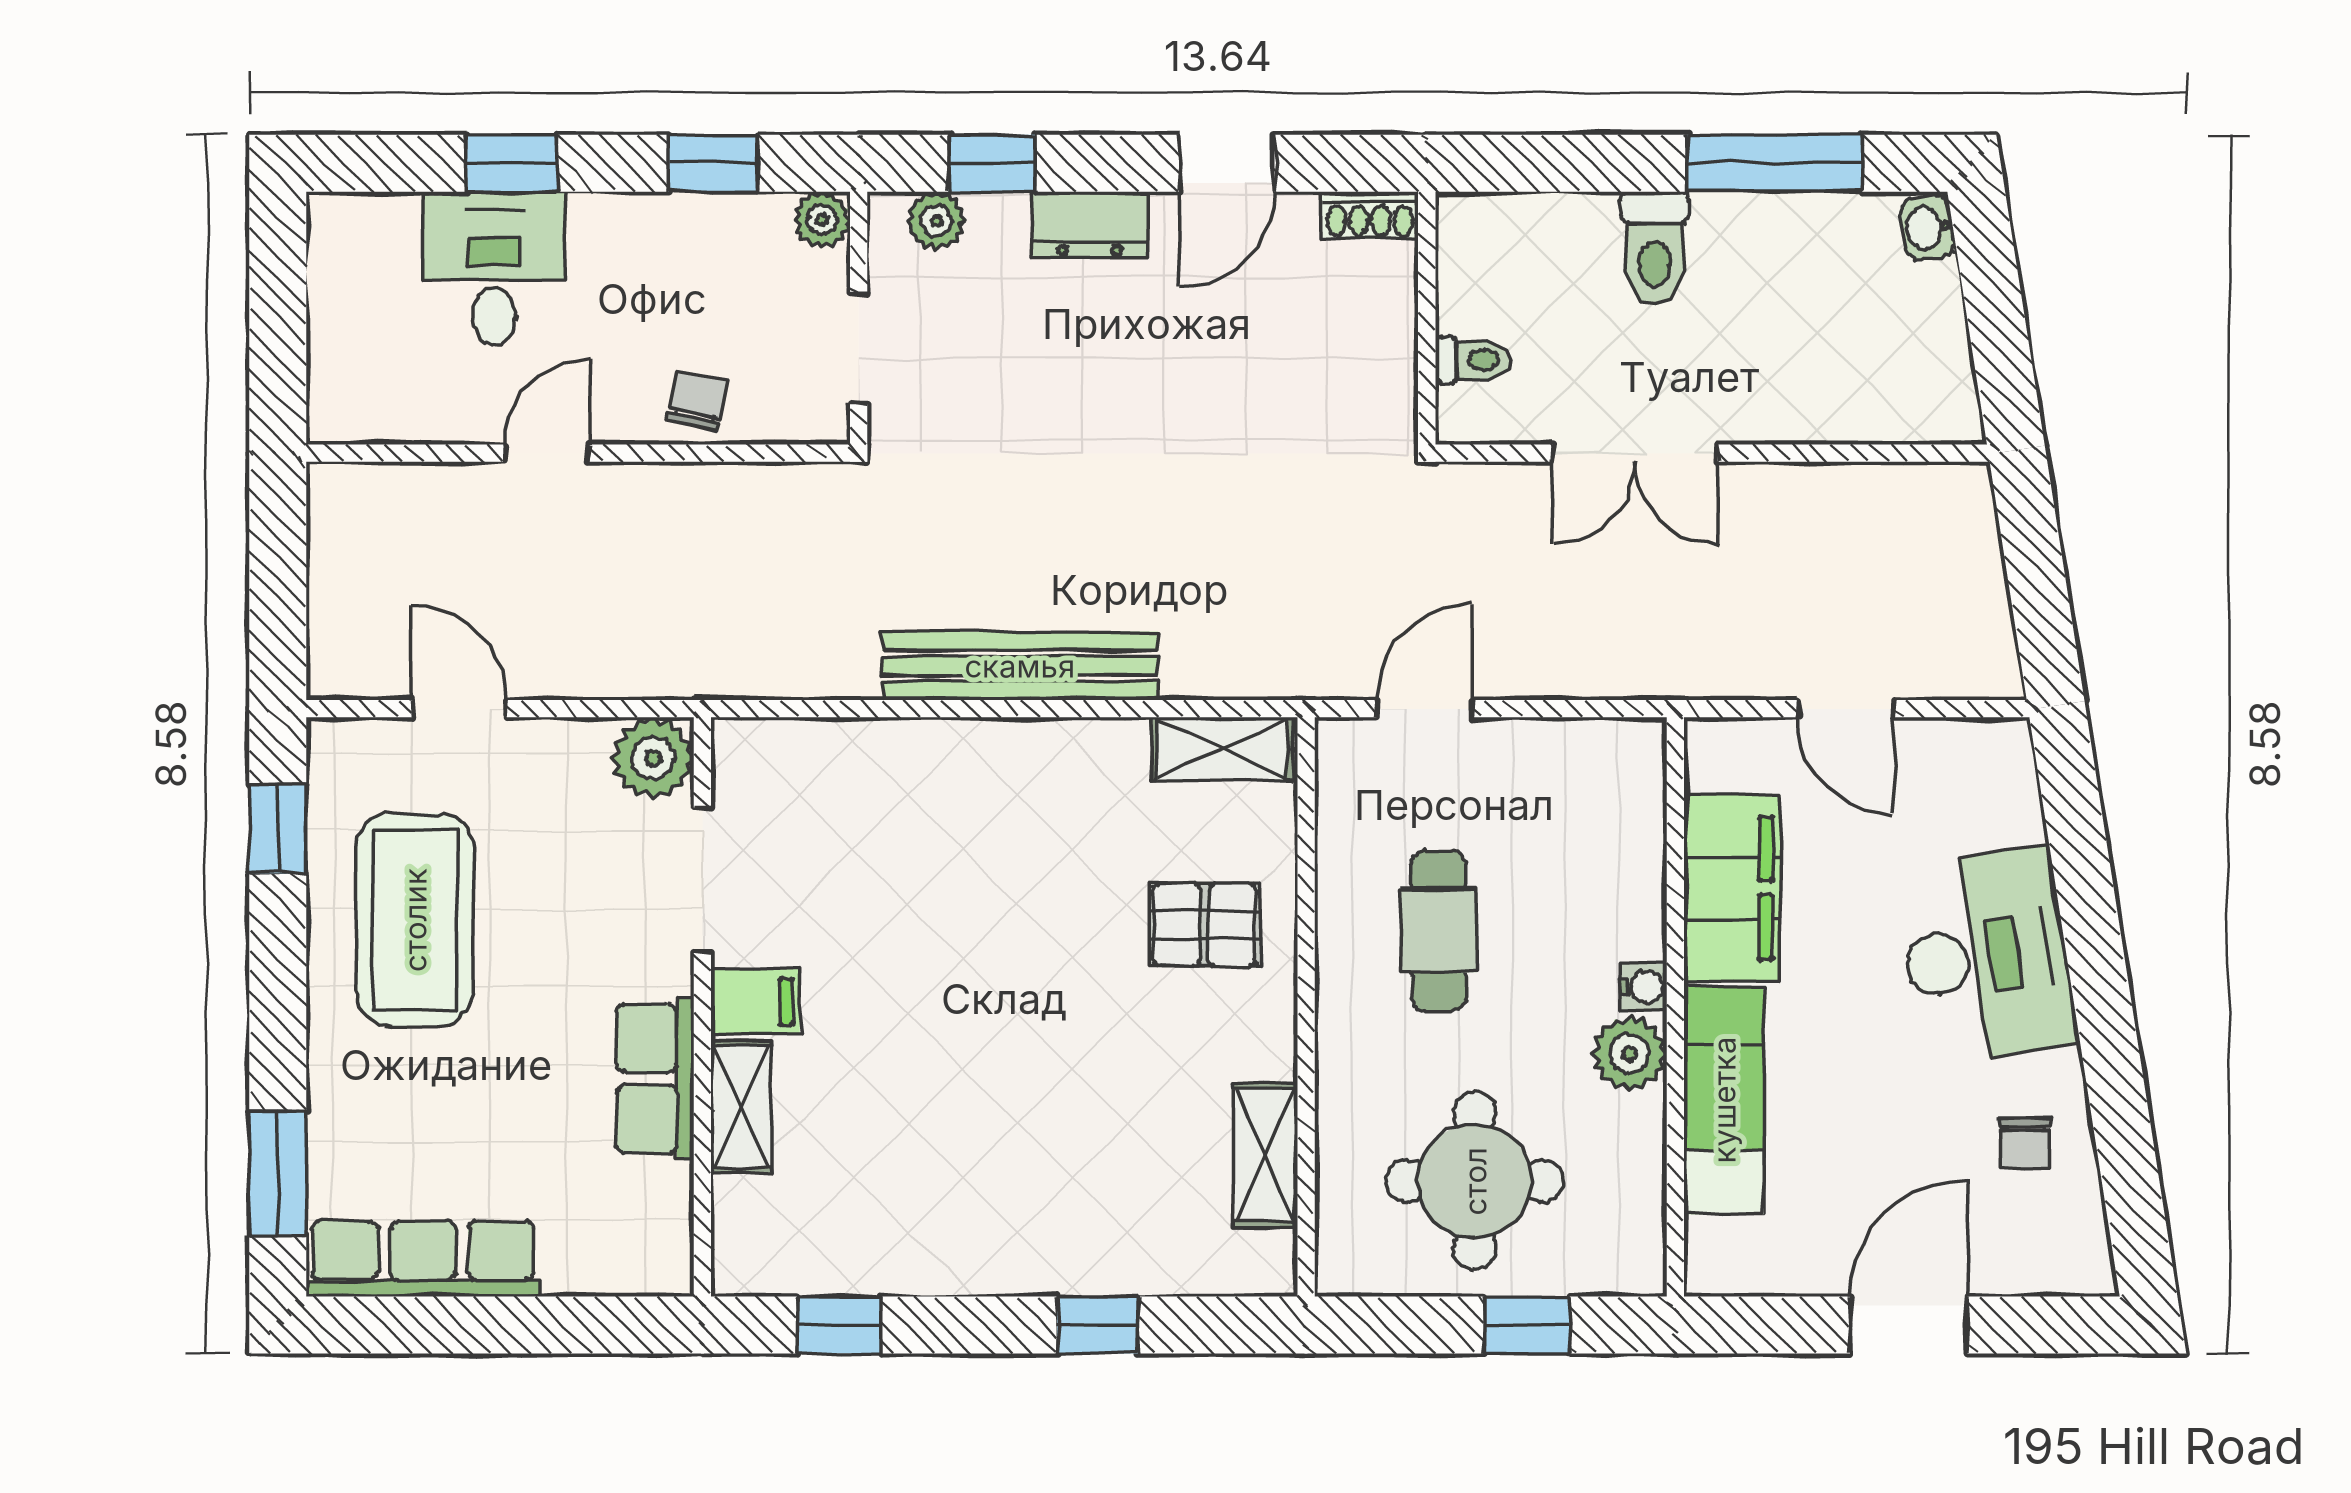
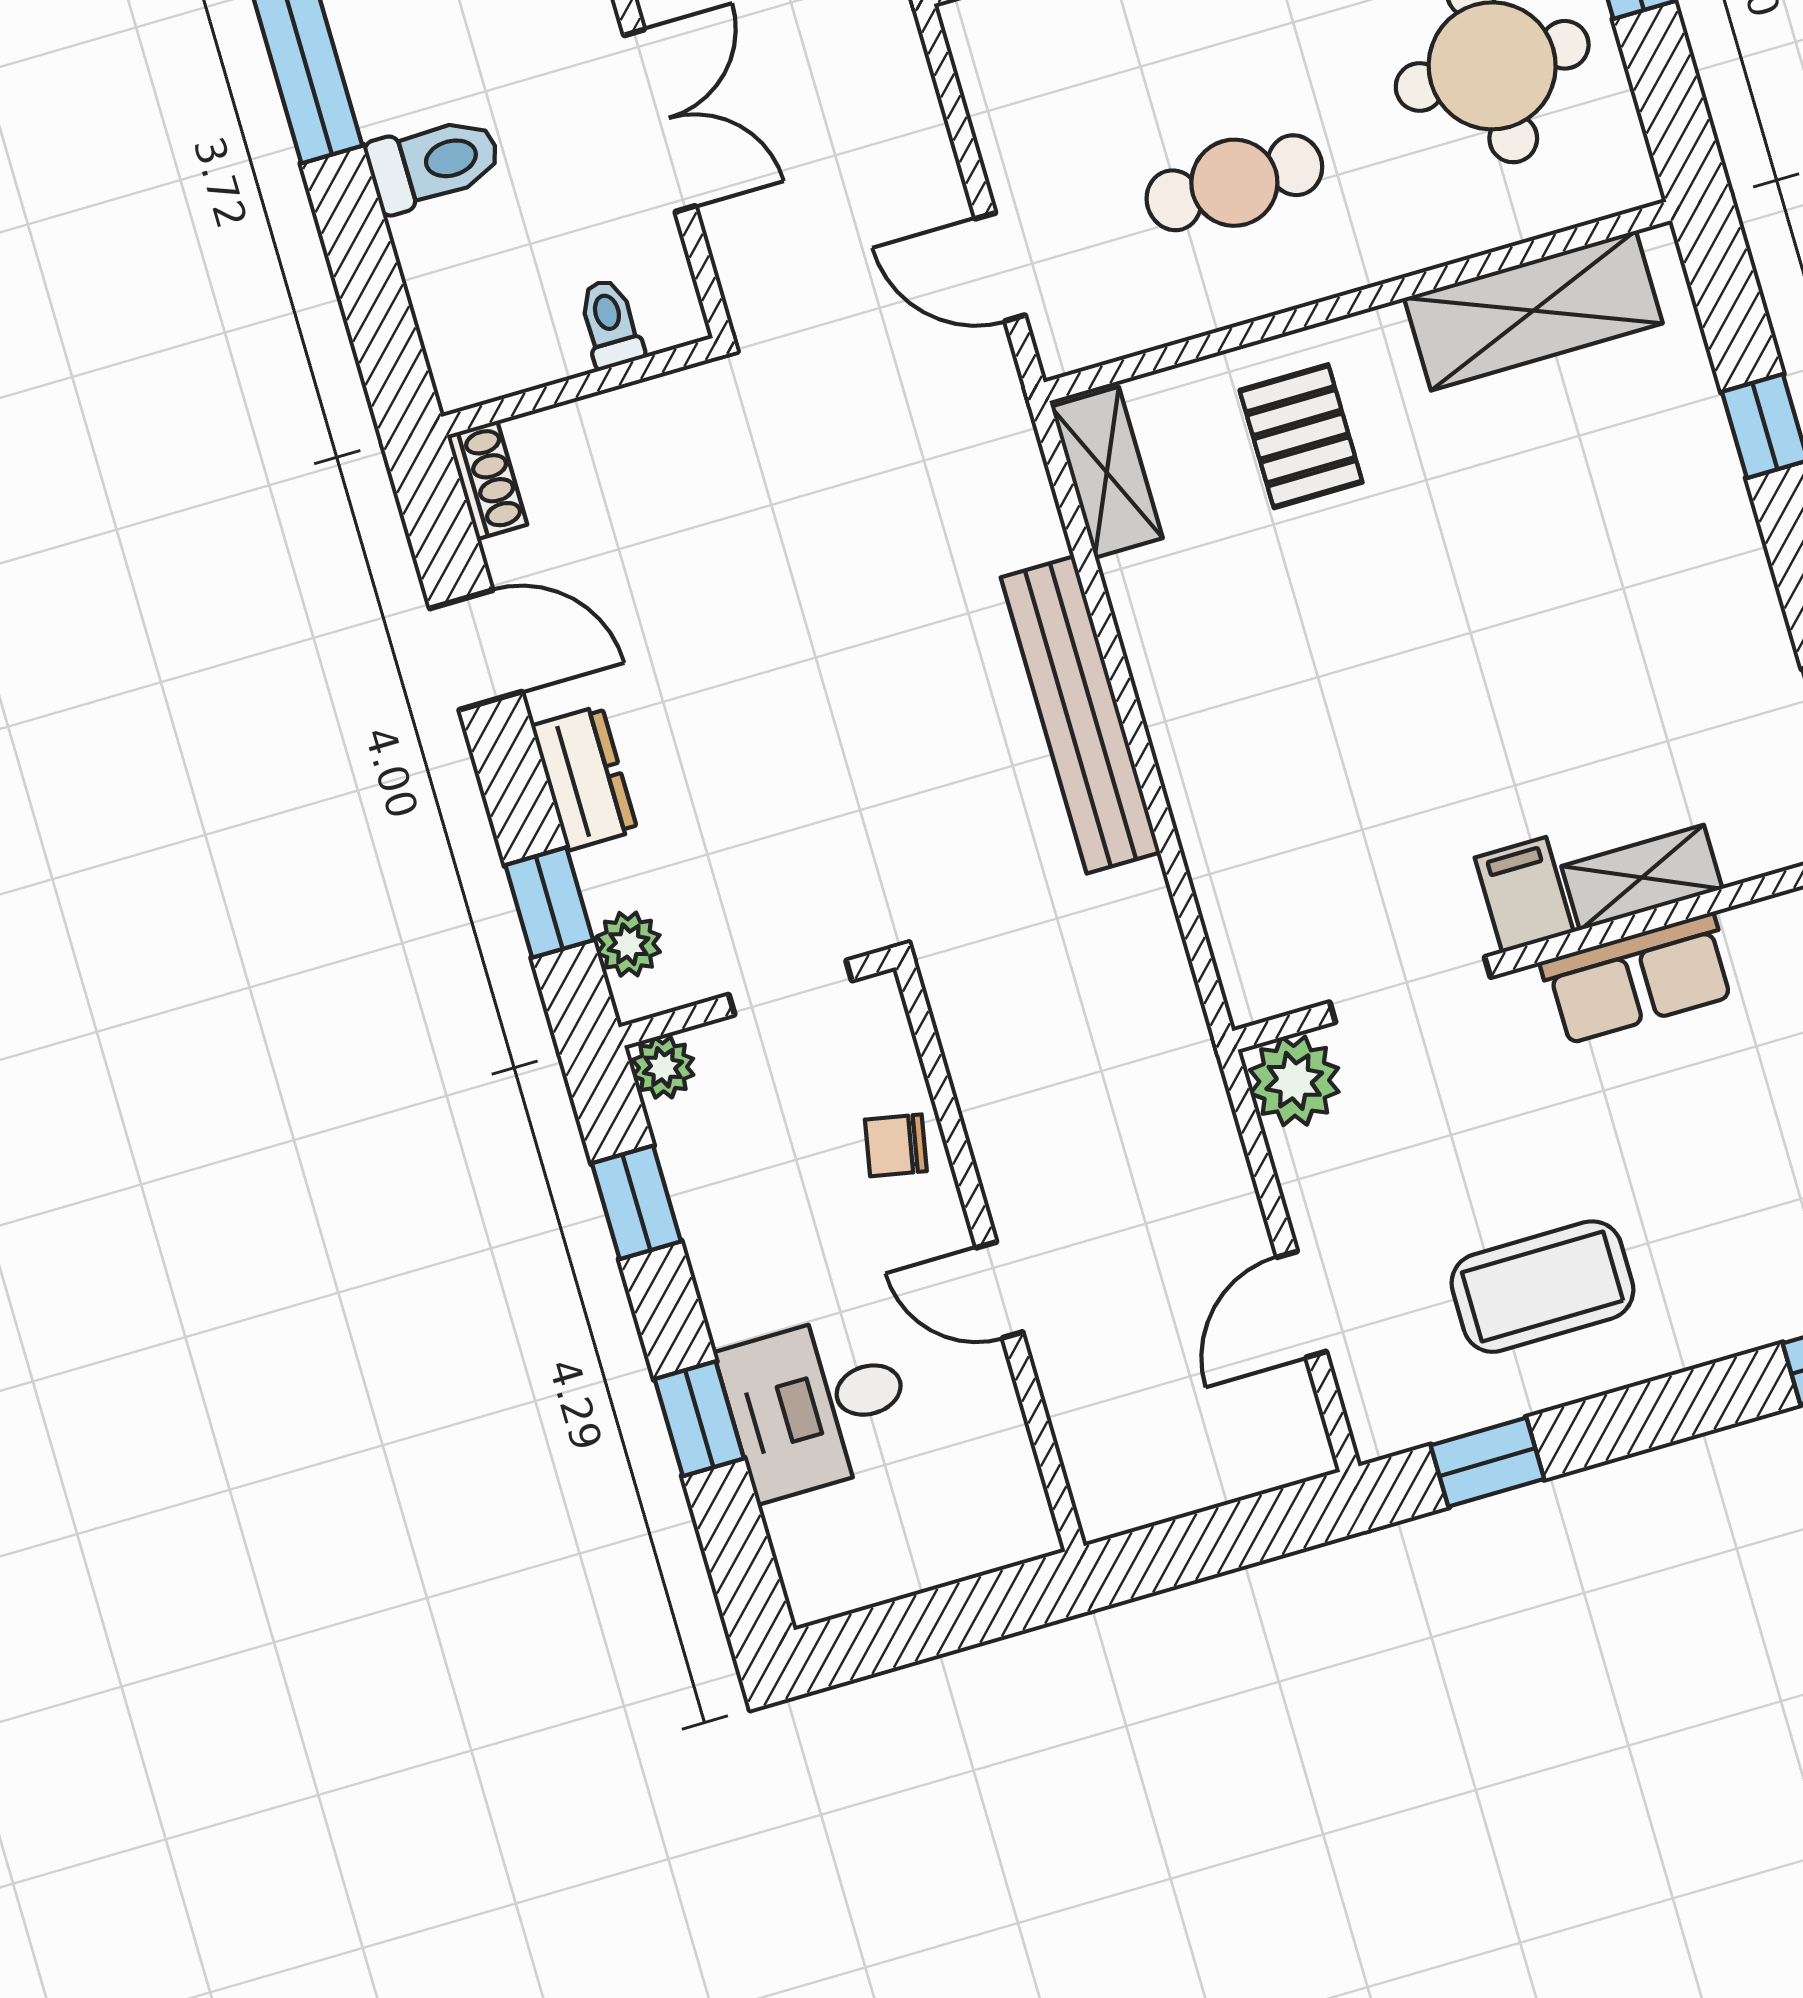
coffee table: (415, 920) -> (1542, 1287), width x0.73, depth x0.76
shelving: (1265, 1155) -> (1533, 311), width x1.50, depth x1.33

